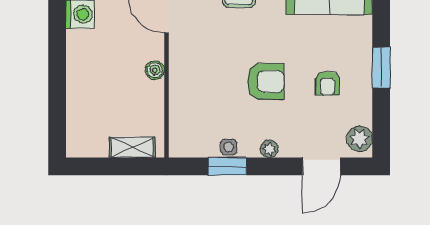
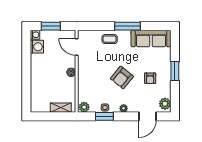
armchair: (266, 81) -> (122, 77), turned 129
plant: (183, 146) -> (84, 107), added

